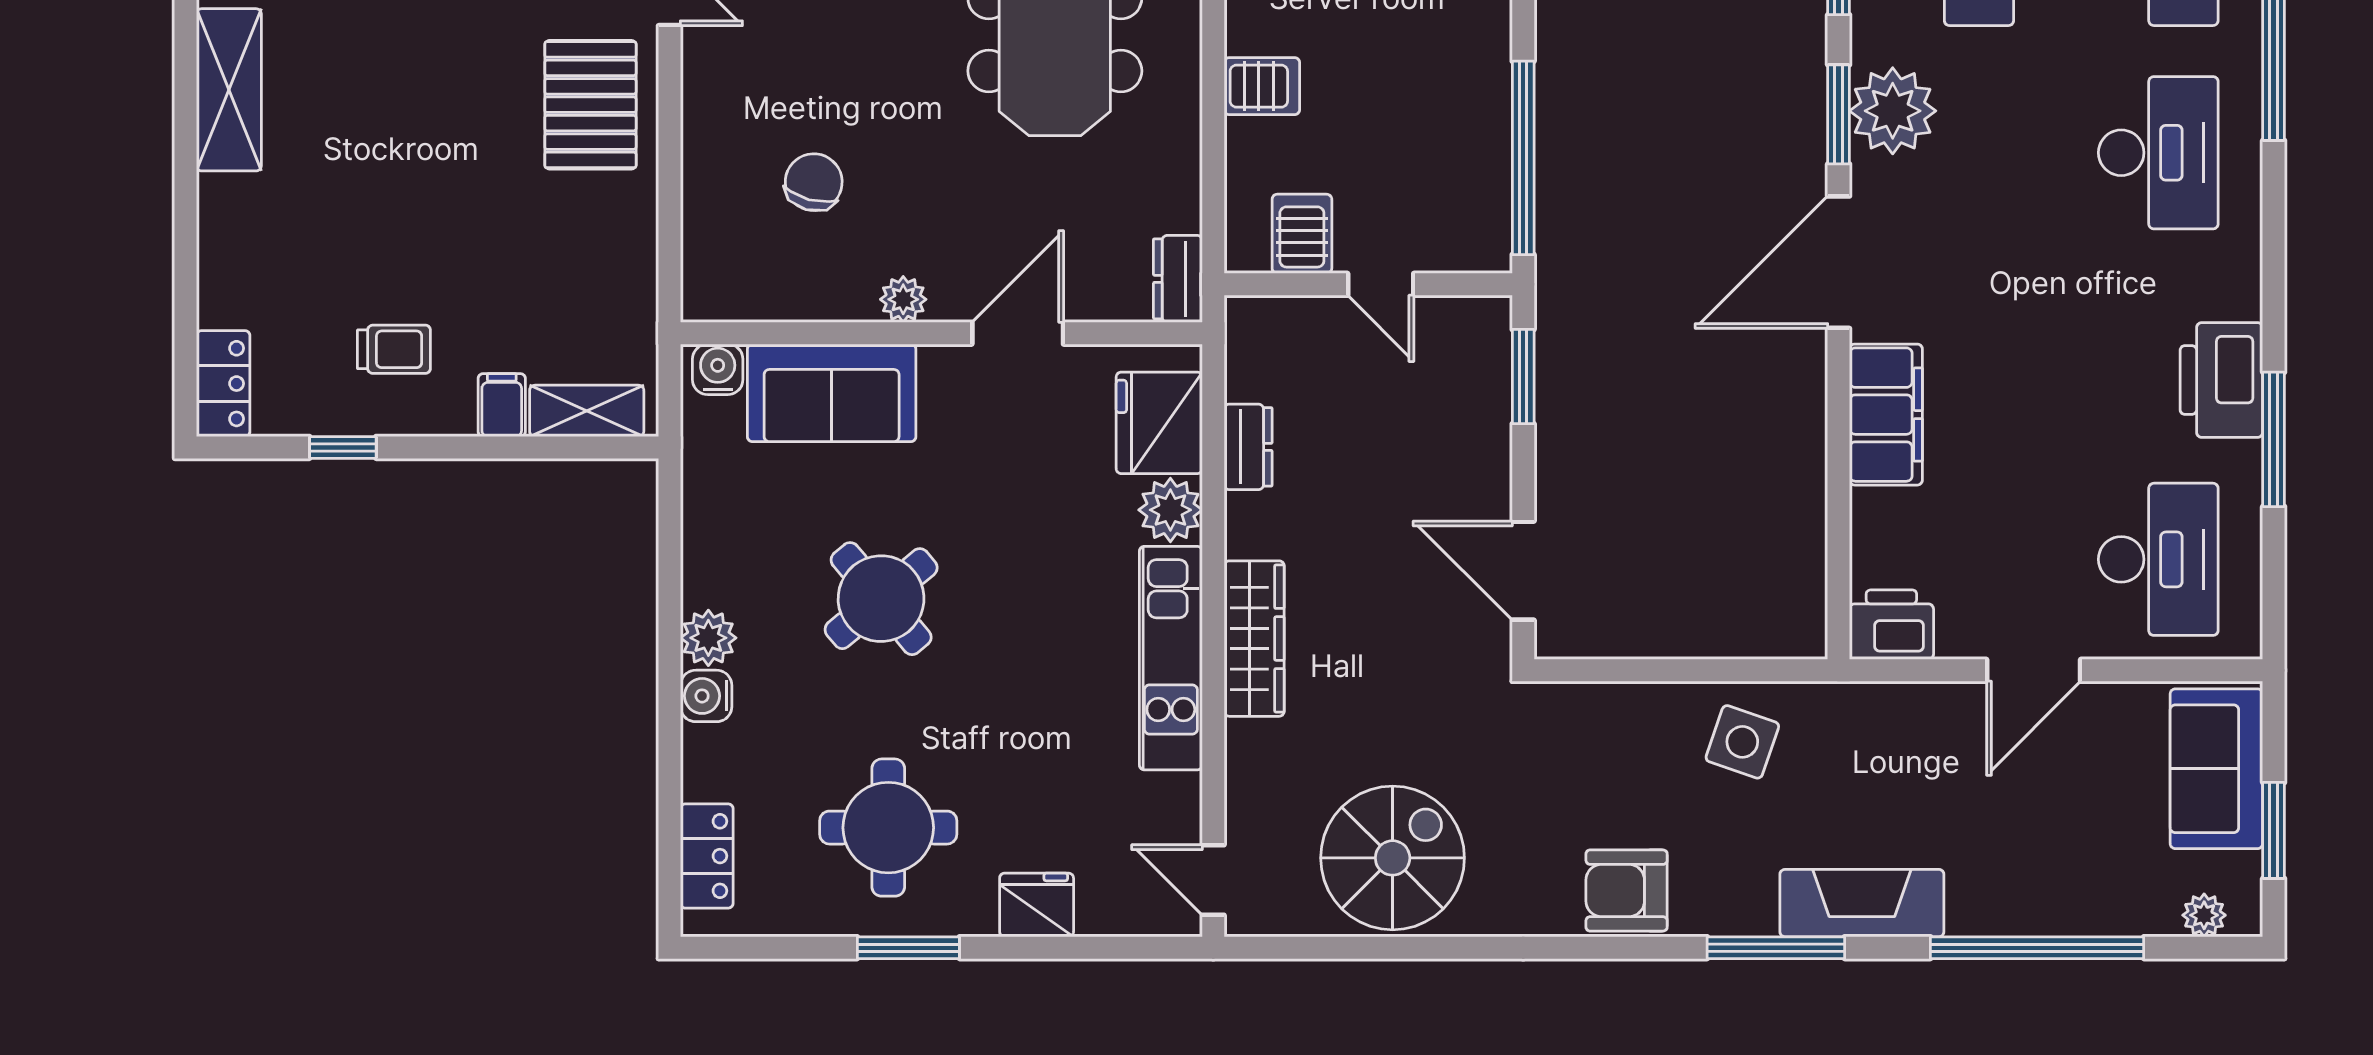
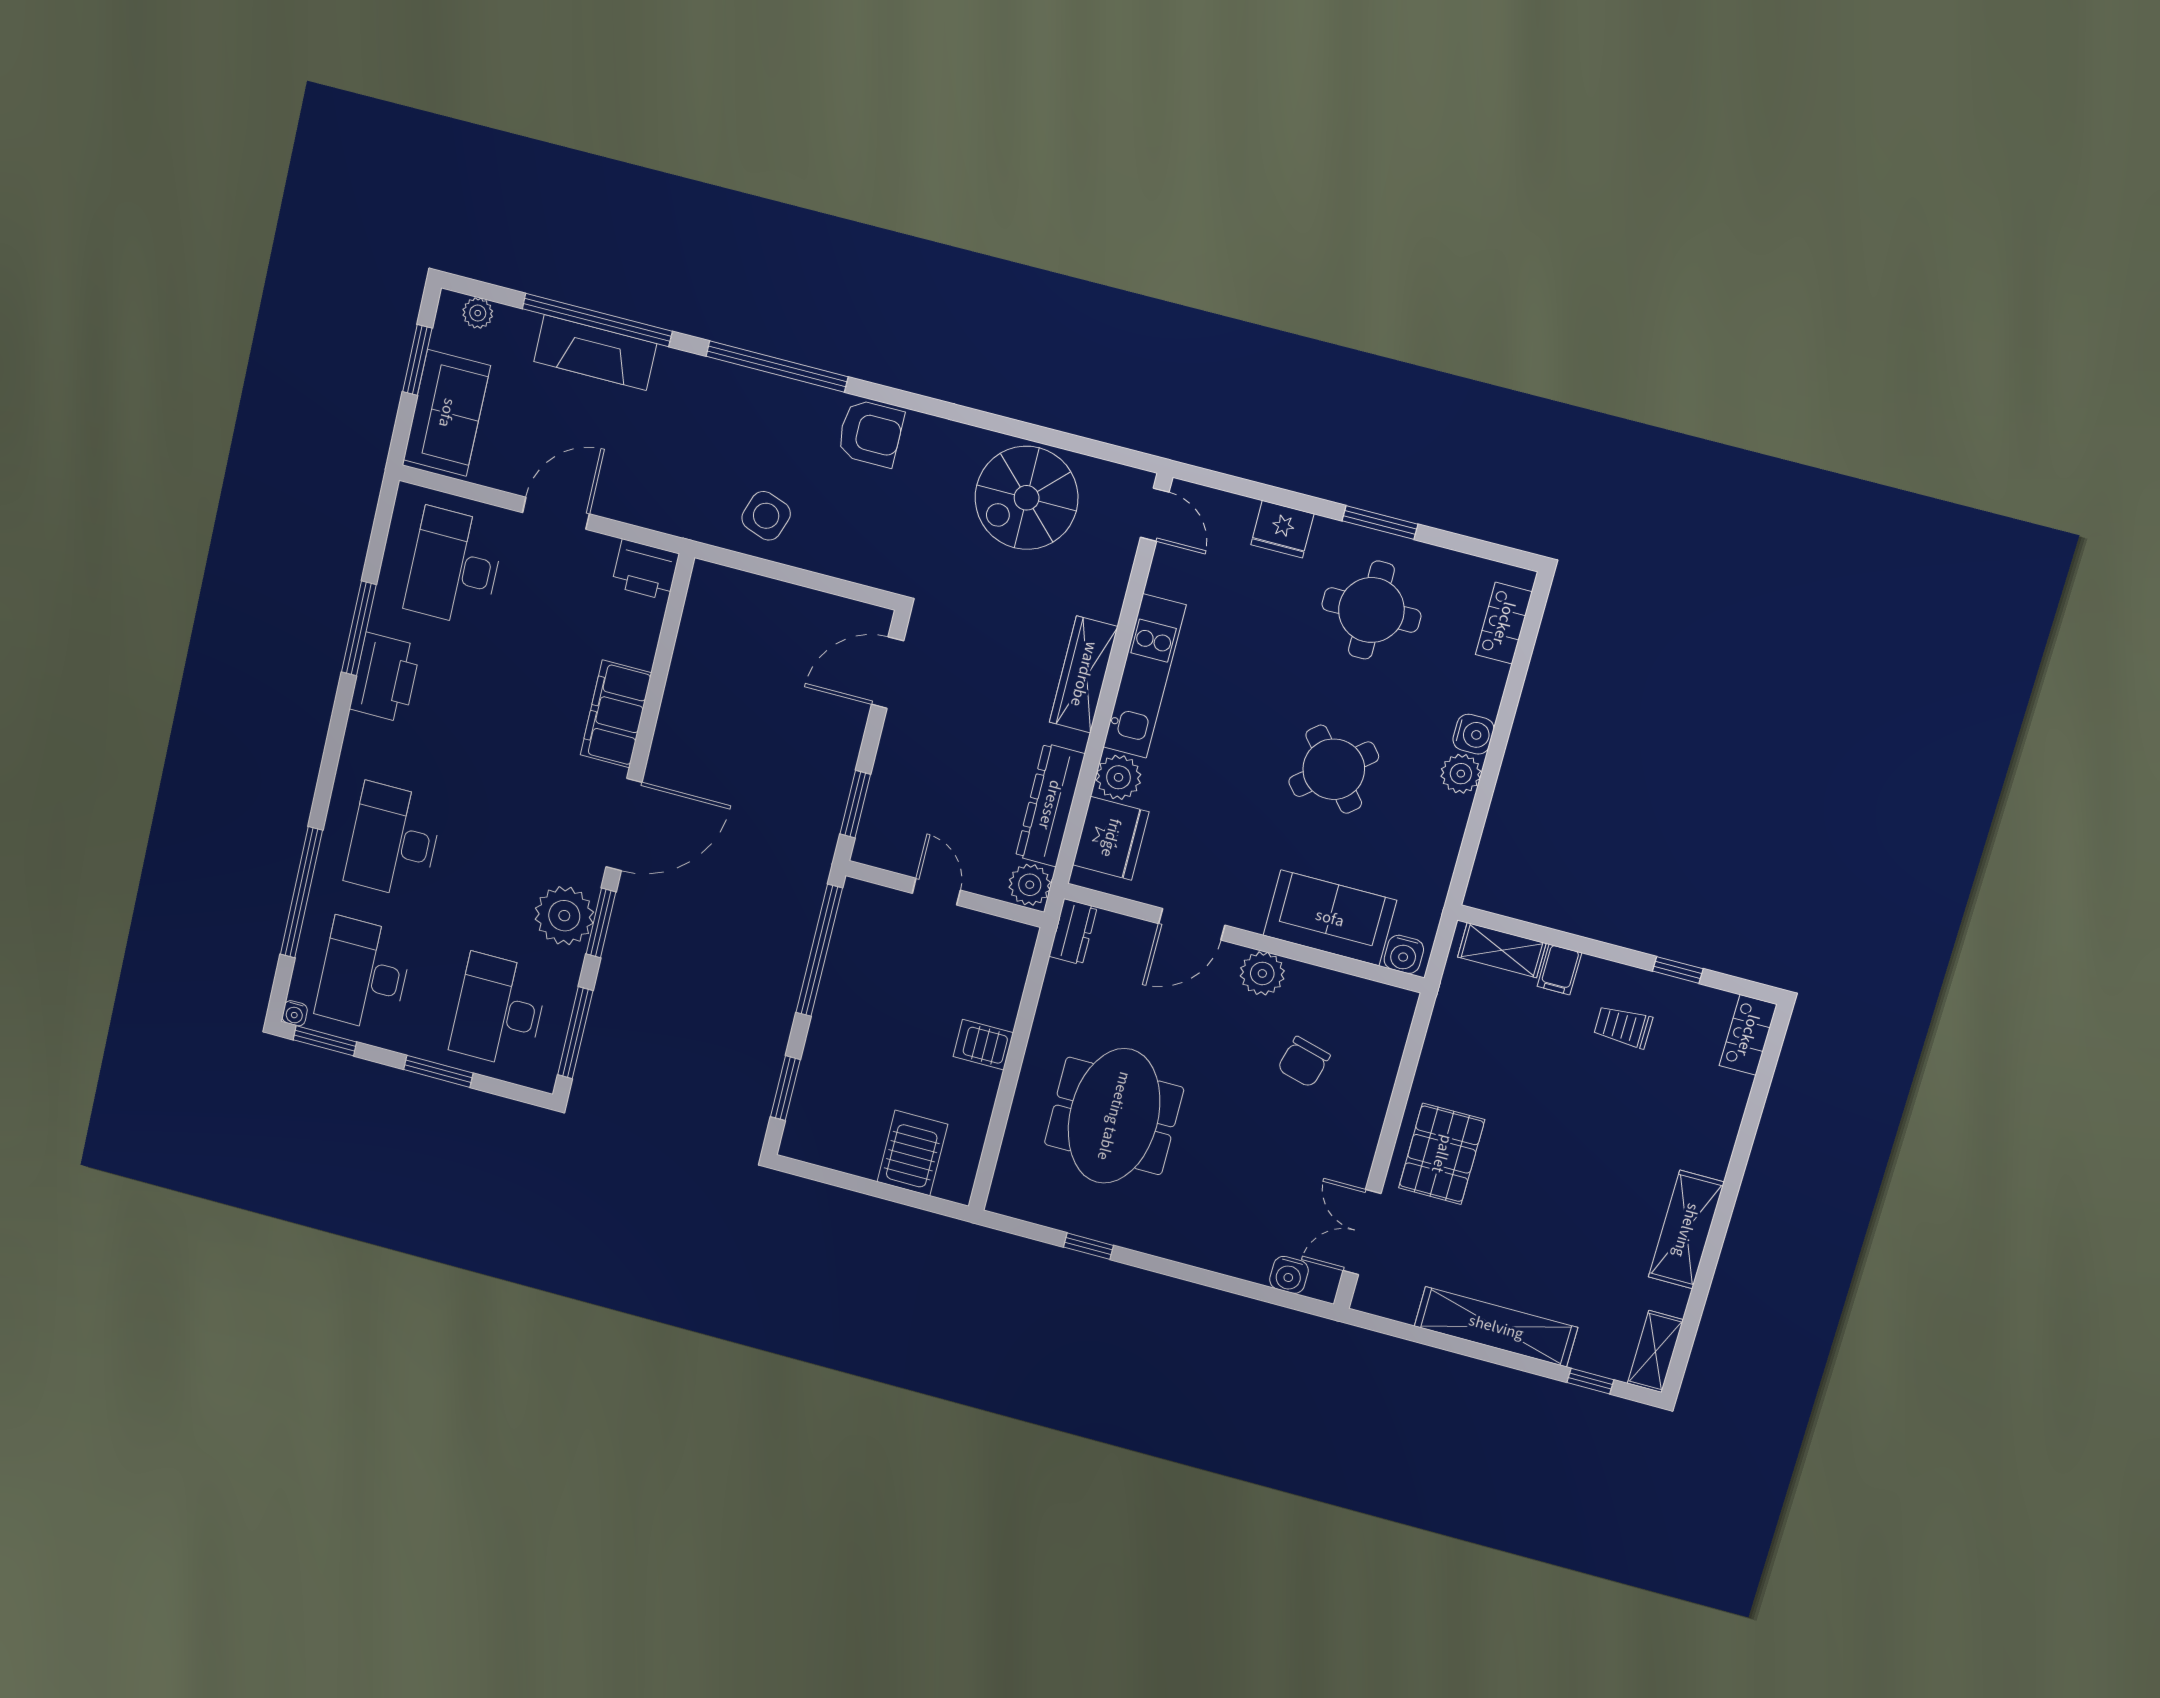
server rack: (1302, 234) -> (981, 940), removed
plant: (903, 299) -> (1262, 973), width x1.38, depth x1.38
plant: (1254, 329) -> (1030, 885), added
dresser: (1248, 447) -> (1050, 805), width x1.96, depth x1.24
door: (1523, 571) -> (888, 673), swing flipped
fireplace: (1862, 903) -> (595, 353), moved
window: (1776, 948) -> (777, 366), width x1.46

